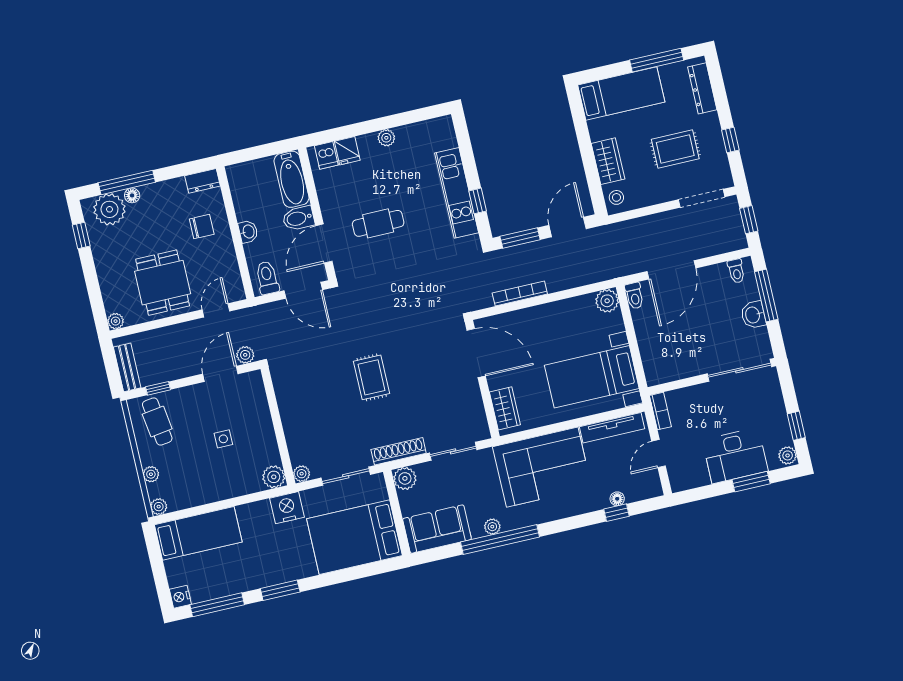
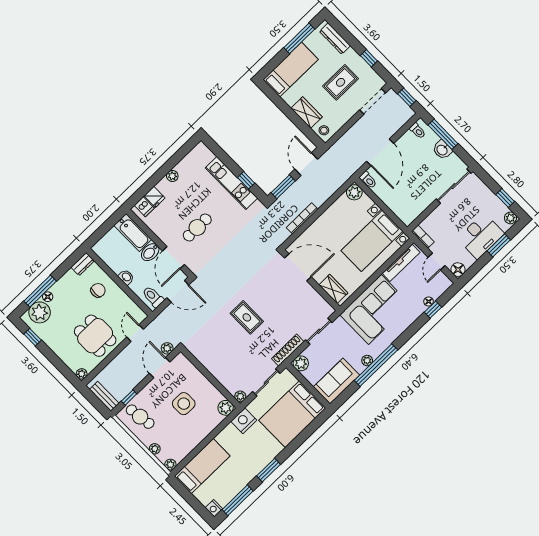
side table: (223, 439) -> (184, 404), width x1.87, depth x1.87
floor lamp: (680, 481) -> (458, 270), added

